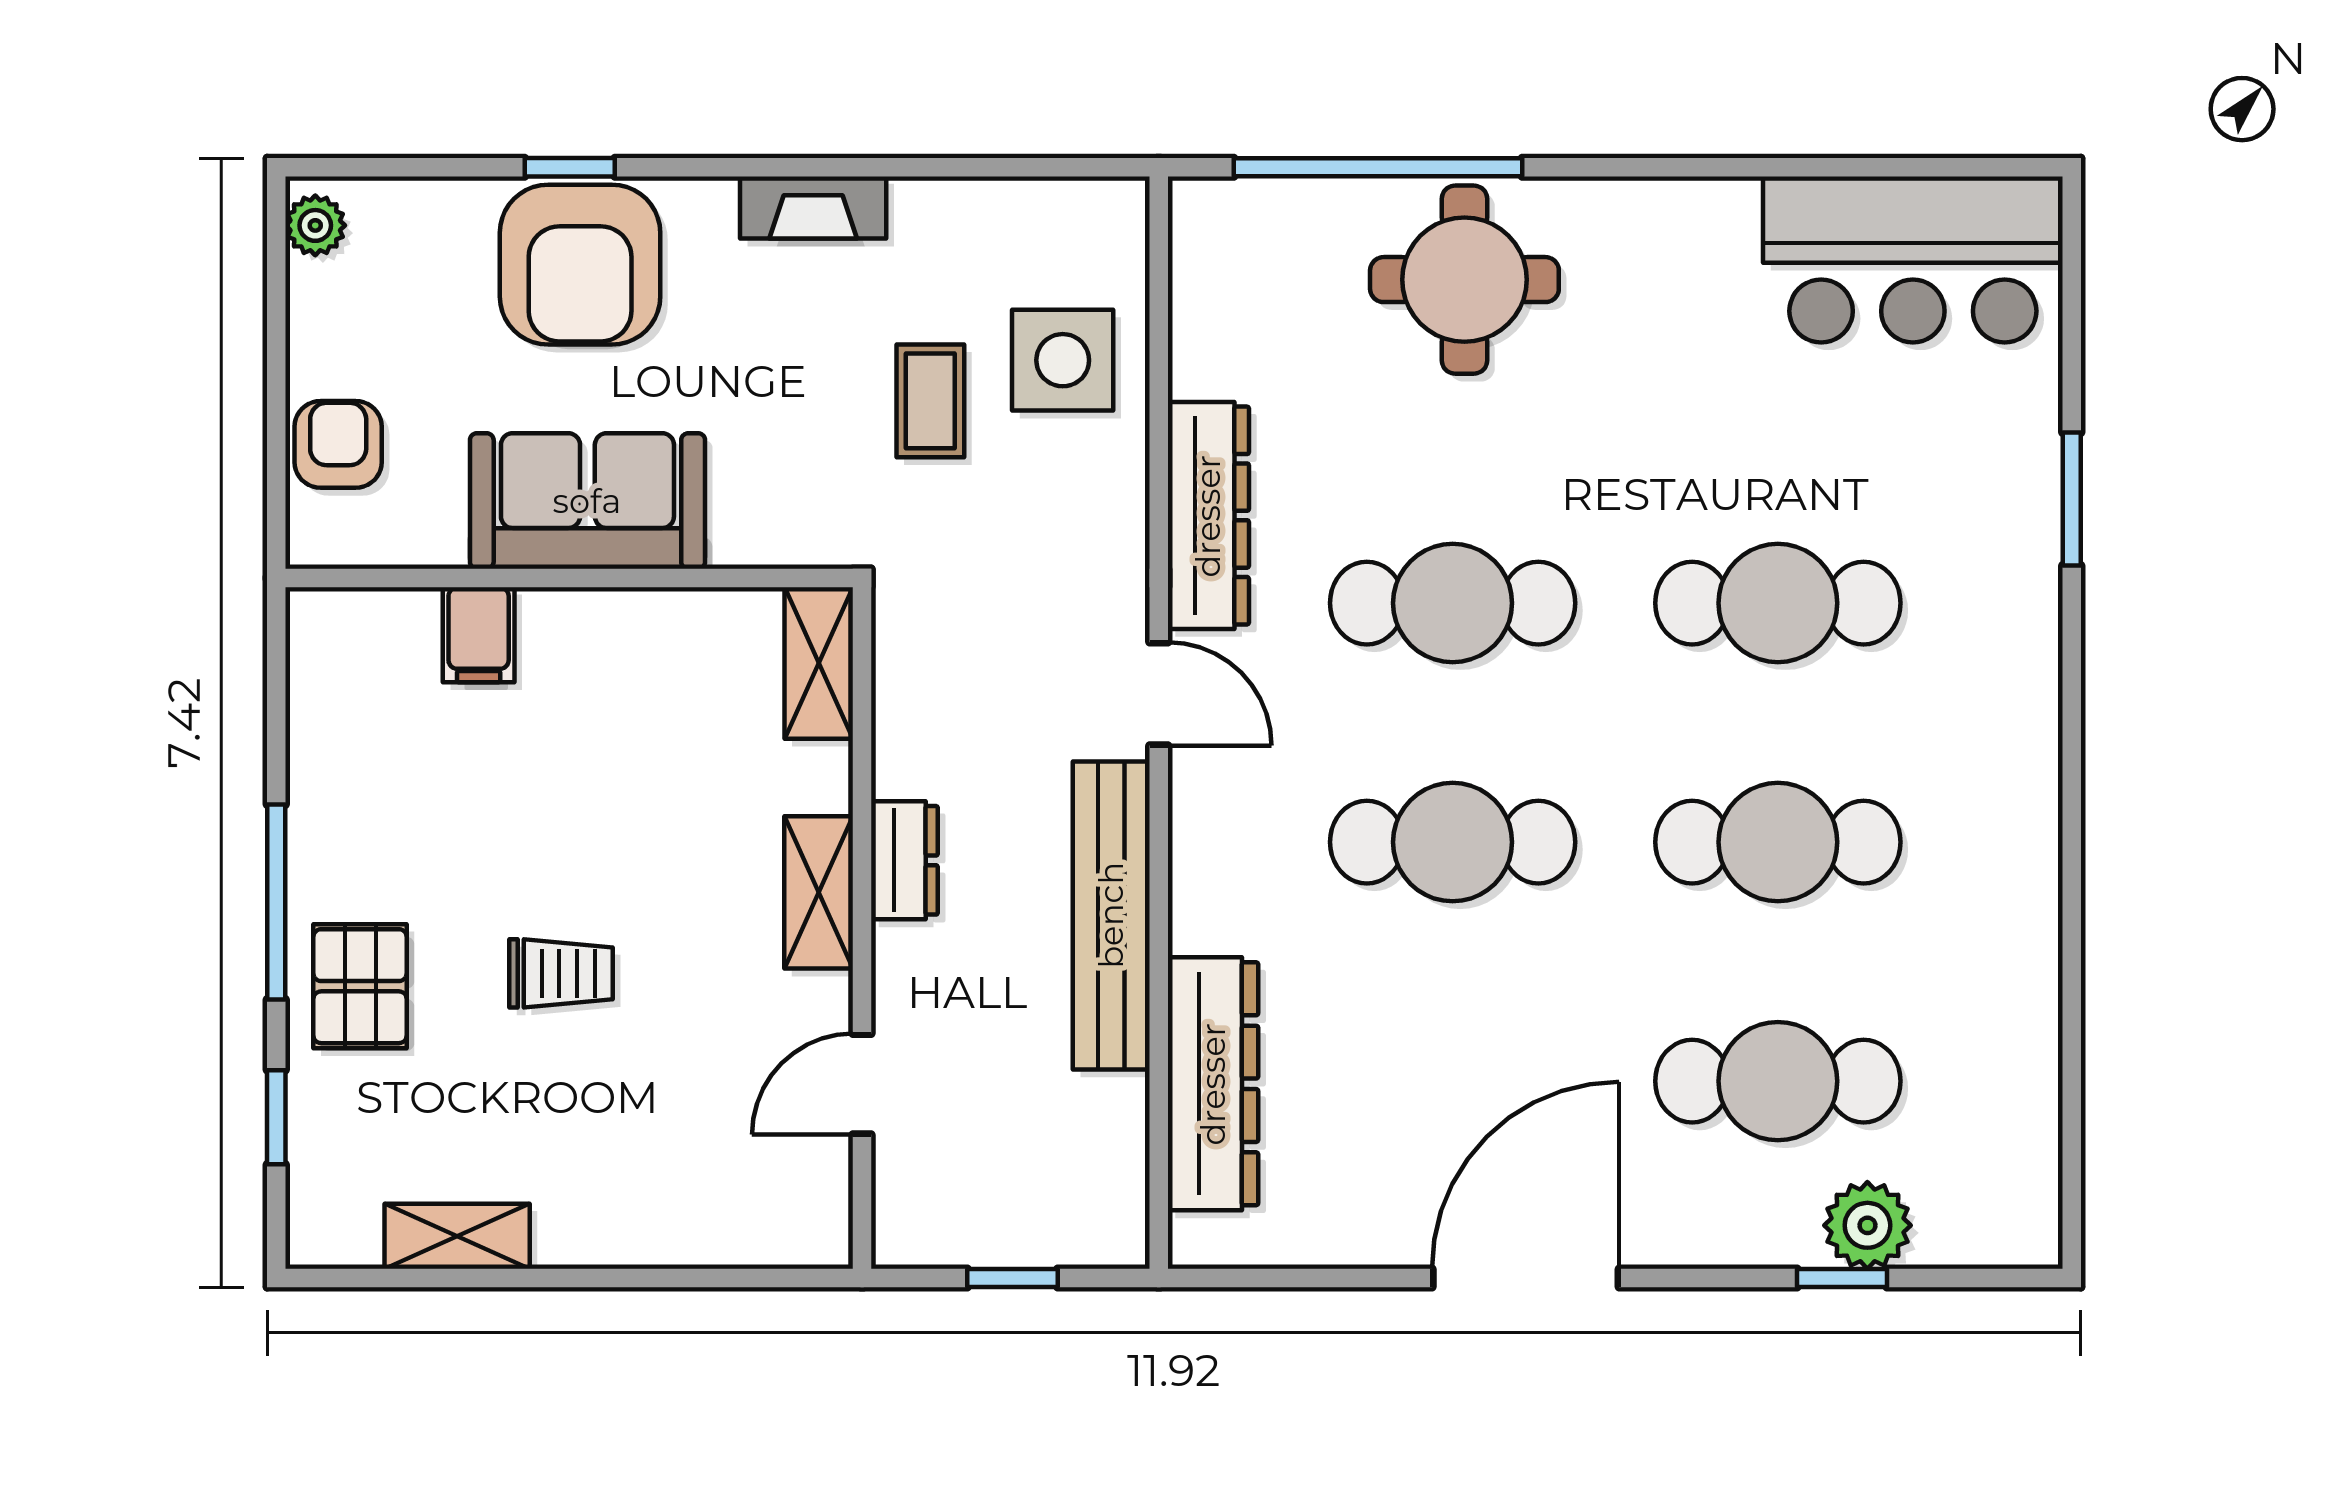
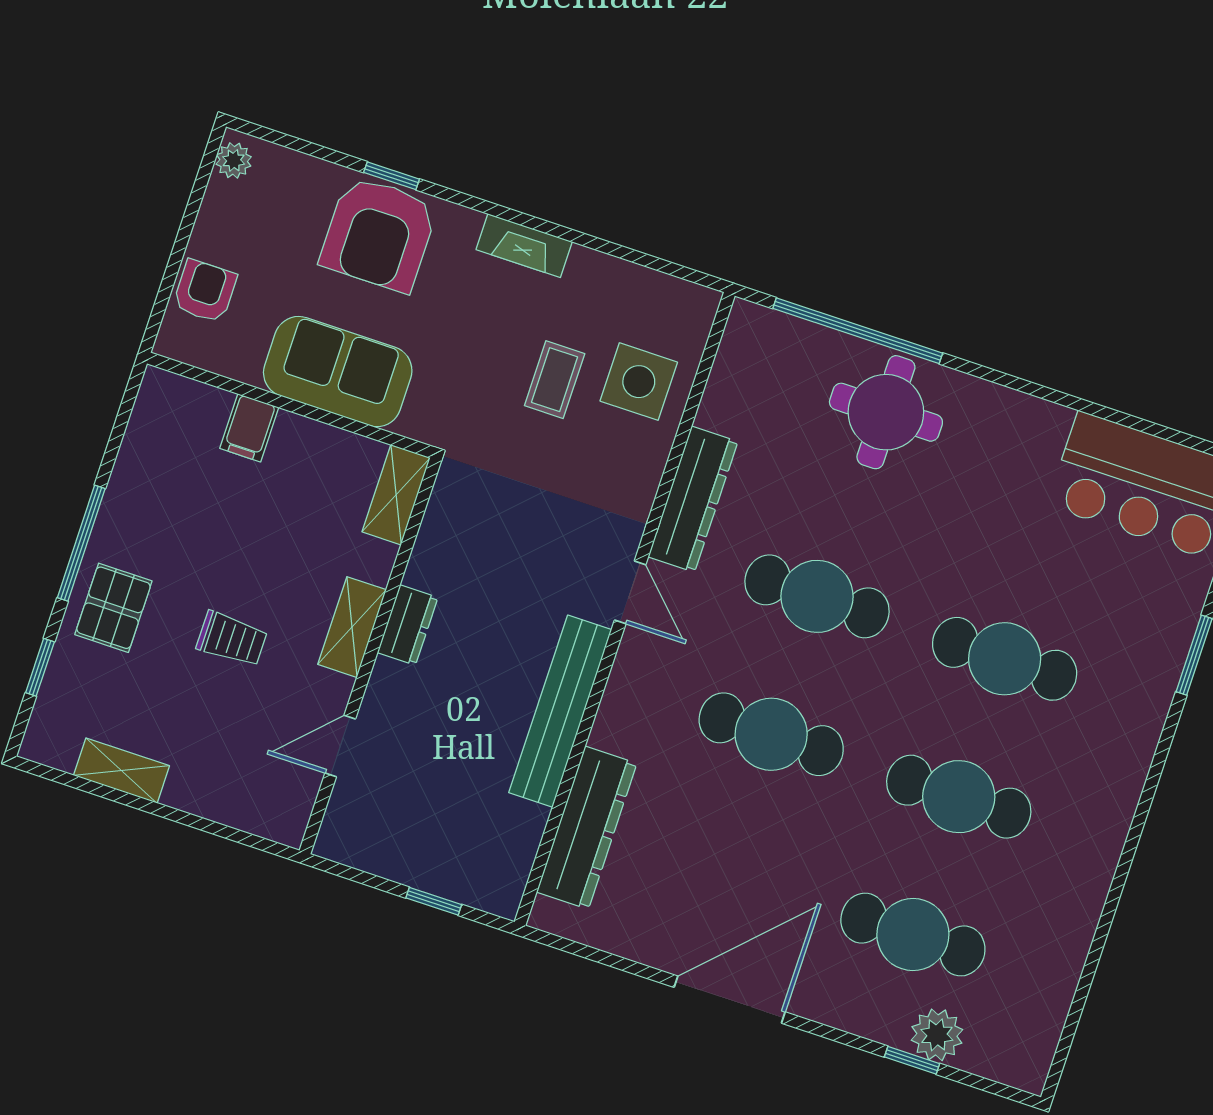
shelving: (819, 663) -> (396, 495), moved
dresser: (904, 860) -> (408, 625), moved
shelving: (819, 892) -> (352, 627), moved
wall: (862, 928) -> (370, 656), moved
door: (862, 1084) -> (340, 746), moved

